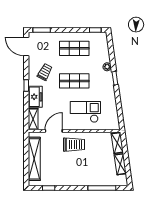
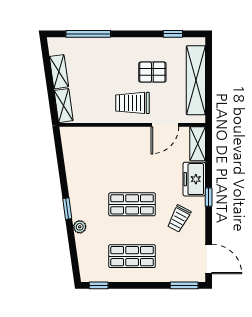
checkout: (85, 112) -> (114, 155), removed
pallet: (61, 164) -> (152, 72), added

